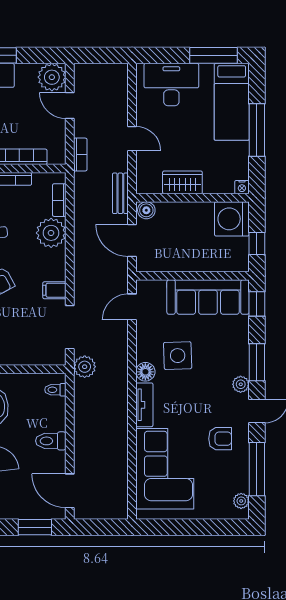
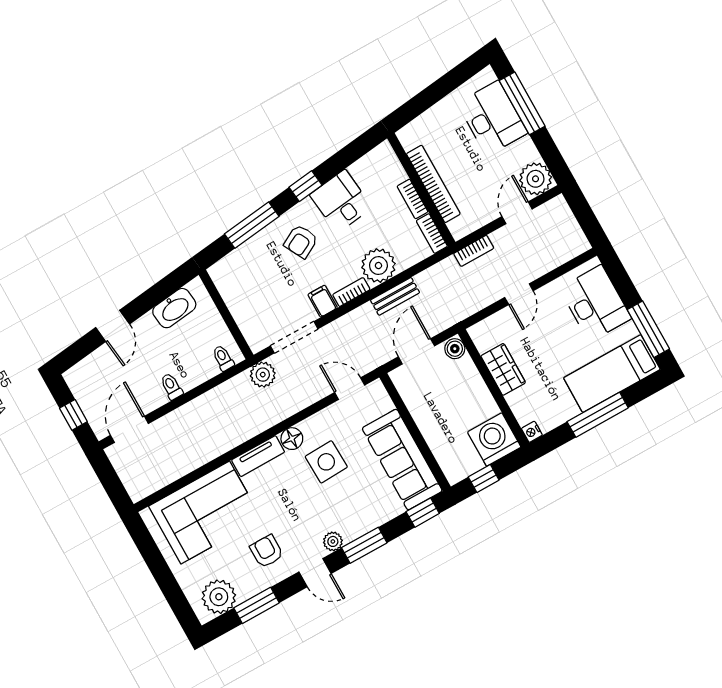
bench: (120, 193) -> (395, 296), moved
bookcase: (59, 200) -> (432, 234), moved, turned -90
bookcase: (60, 265) -> (351, 292), added
armchair: (220, 439) -> (267, 551), turned 180
toilet: (51, 441) -> (171, 386), width x0.73, depth x0.72
window: (257, 469) -> (257, 605), width x0.69
plant: (241, 501) -> (219, 597), width x1.88, depth x1.88
window: (35, 527) -> (73, 415), width x0.67

